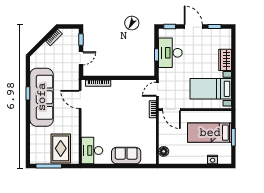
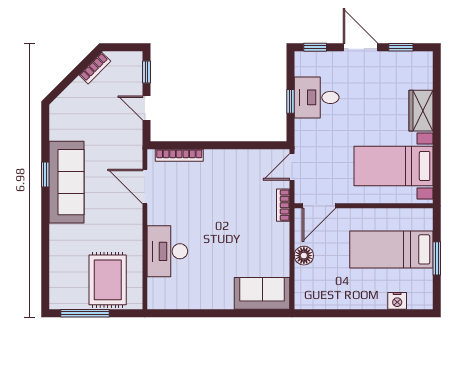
desk: (170, 53) -> (317, 97), width x0.73
door: (81, 58) -> (146, 108), swing flipped
sofa: (42, 97) -> (67, 182), width x0.74, depth x0.79
door: (171, 110) -> (319, 206), hinge flipped
desk: (92, 150) -> (167, 251), moved
floor lamp: (164, 151) -> (304, 256), moved
sofa: (126, 156) -> (262, 293), moved

